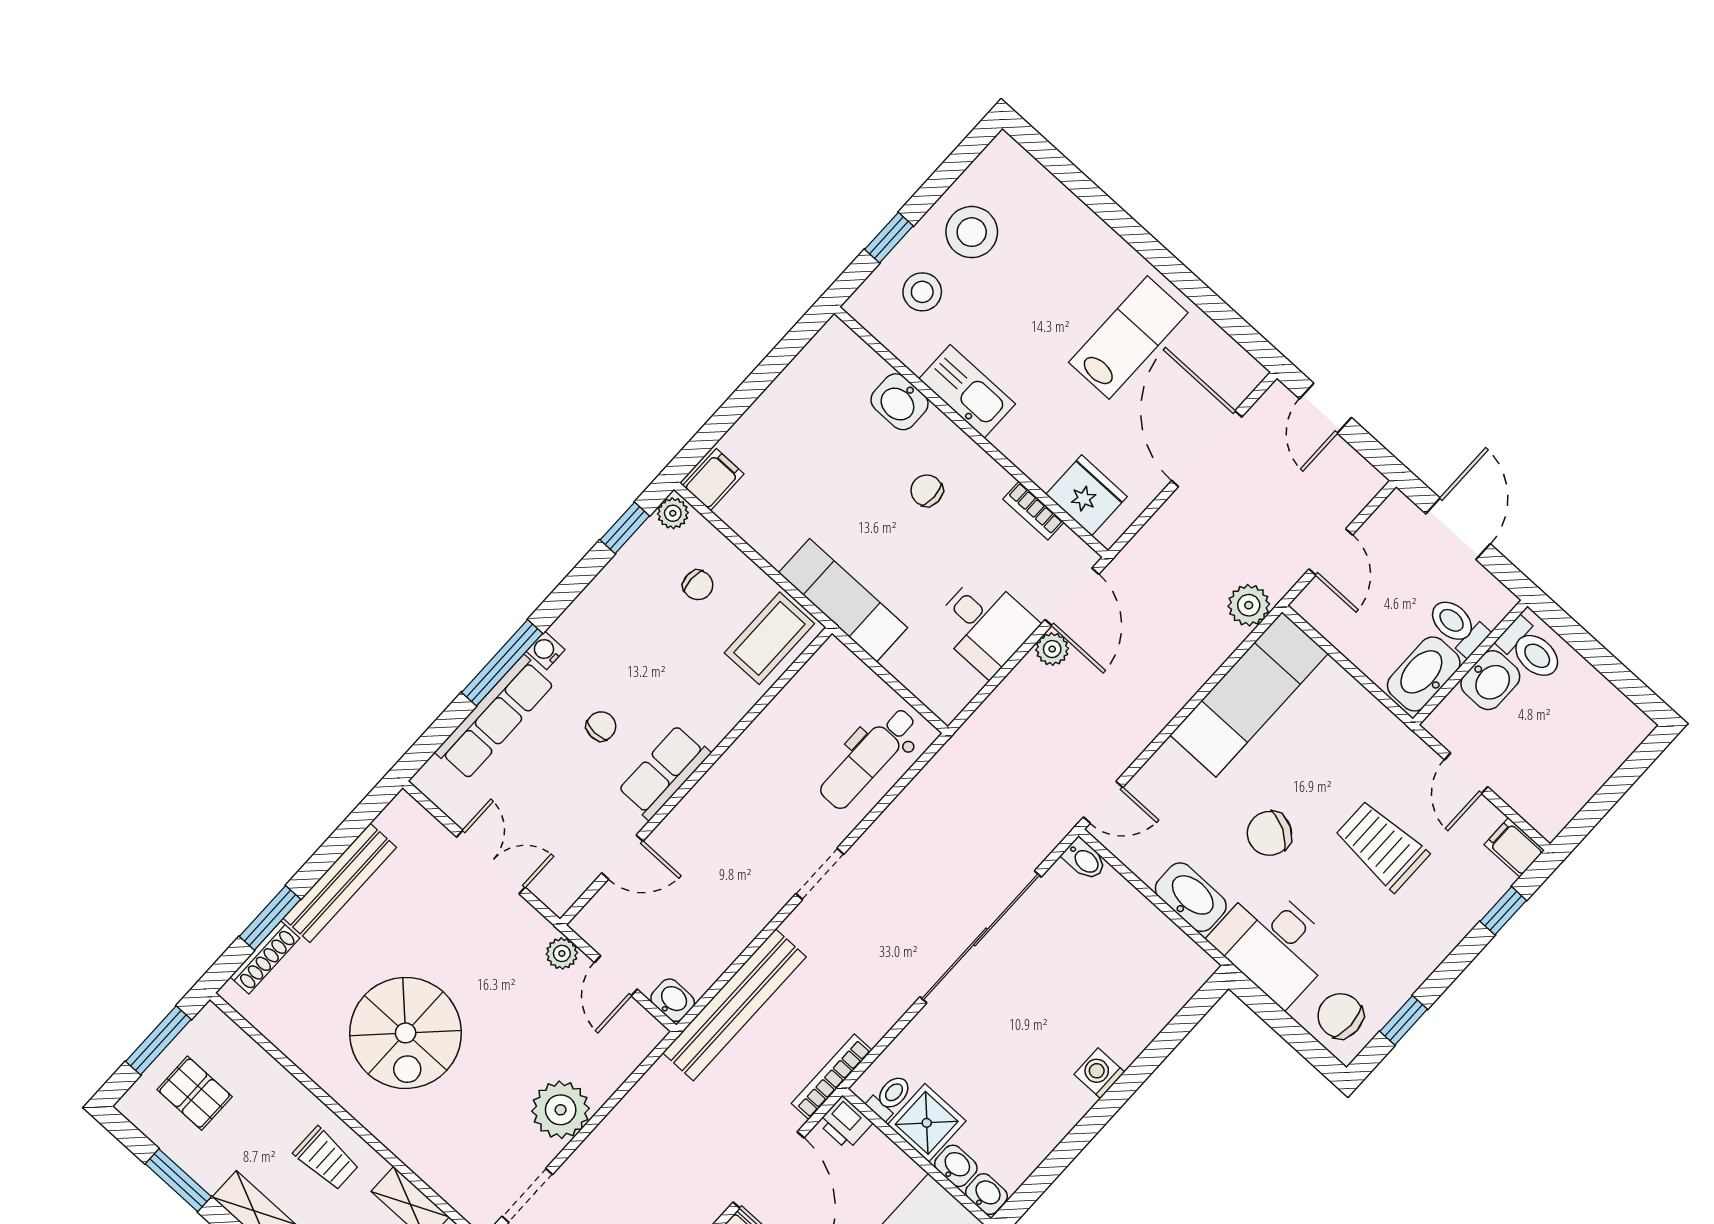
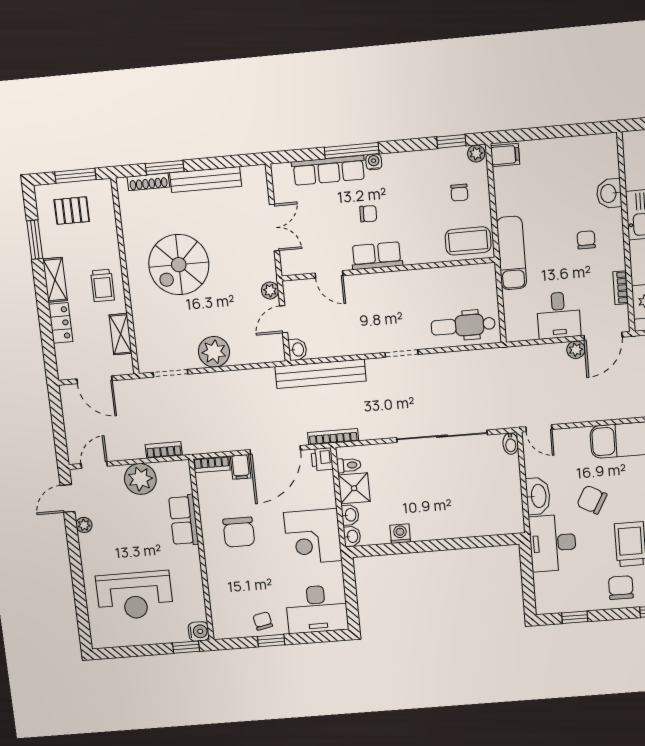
chair: (1340, 1016) -> (621, 588), moved
washing machine: (1099, 1073) -> (400, 534), moved
pallet: (195, 1093) -> (72, 211), turned 90

